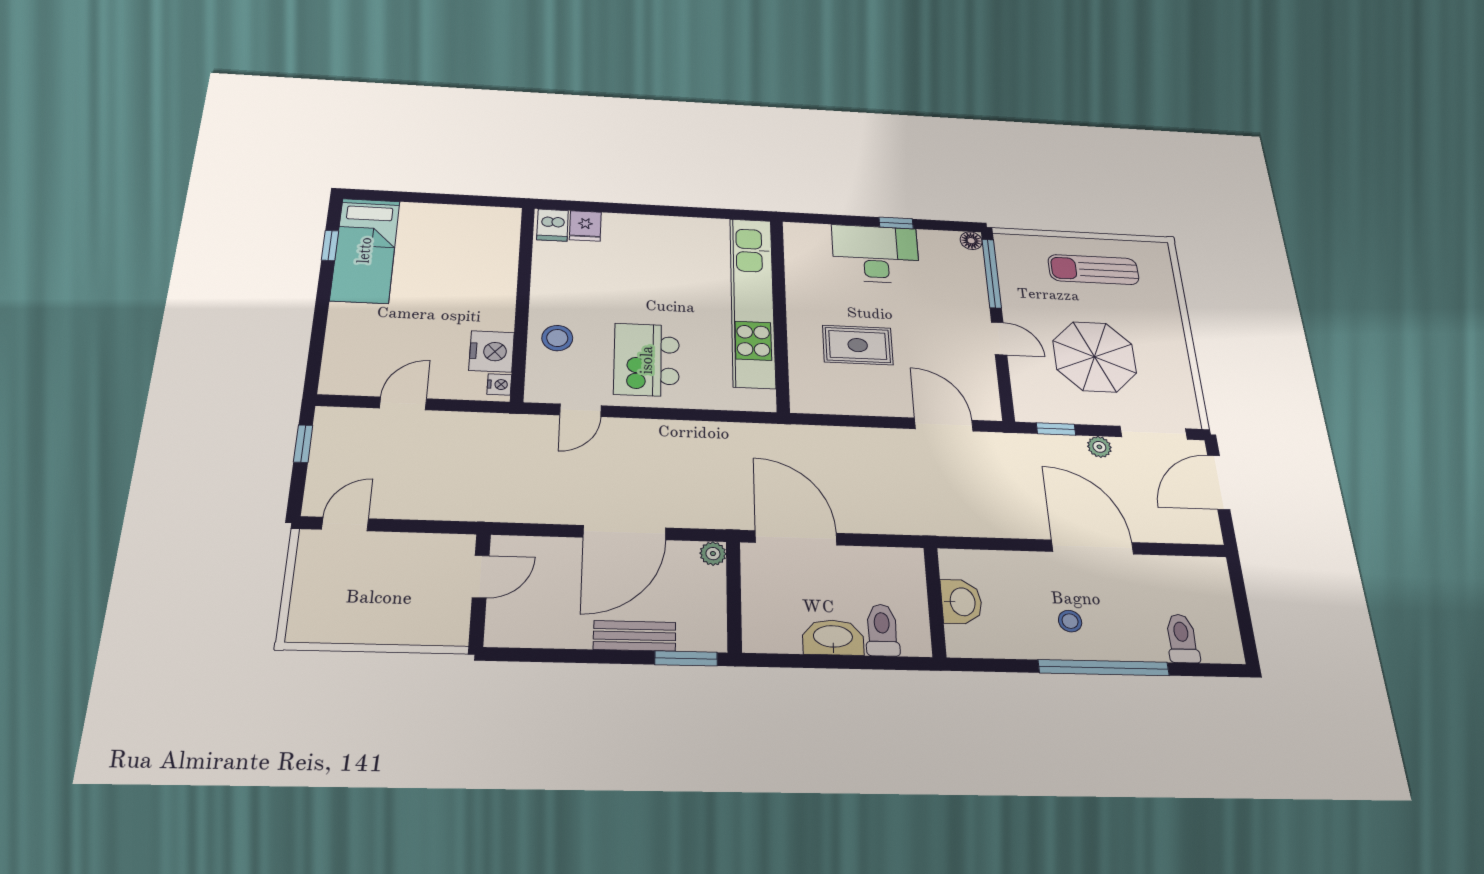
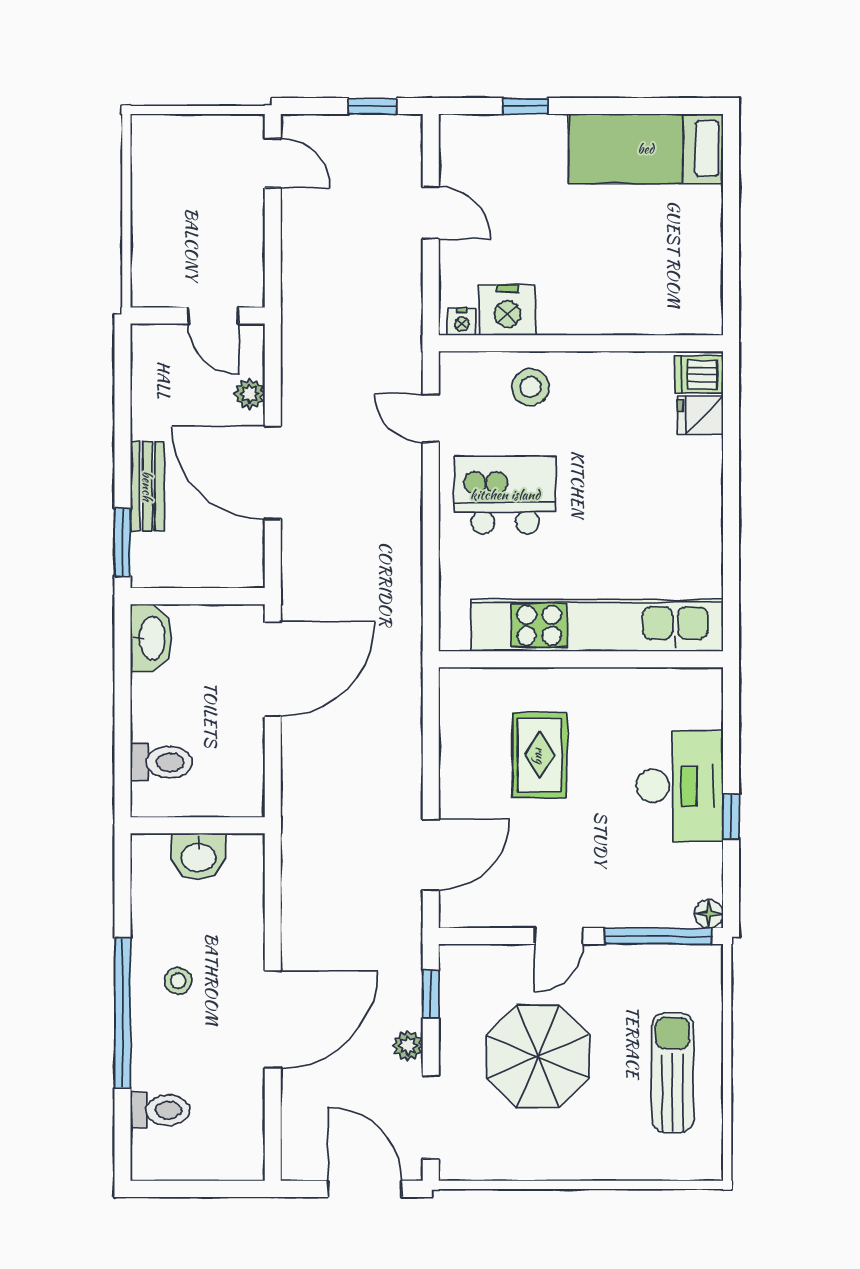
window: (330, 245) -> (526, 106), moved
plant: (713, 554) -> (250, 394), moved
washbasin: (833, 637) -> (151, 638), moved

